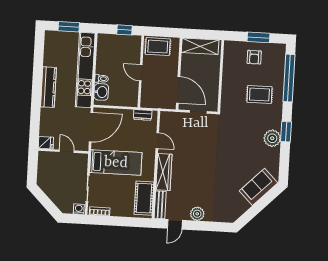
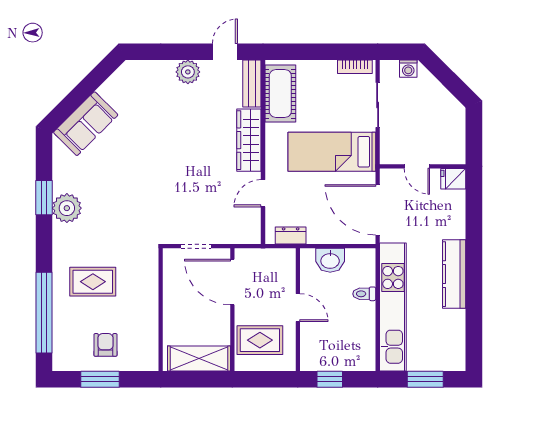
rug: (158, 47) -> (260, 340), moved
washbasin: (101, 92) -> (330, 260), moved, turned -90
door: (91, 127) -> (378, 210), hinge flipped
window: (286, 132) -> (44, 198), moved
door: (157, 141) -> (263, 193), hinge flipped
washing machine: (79, 209) -> (408, 69), moved

